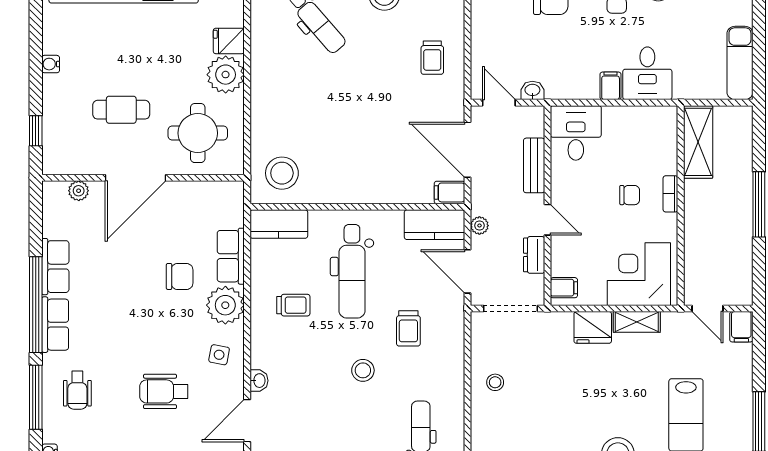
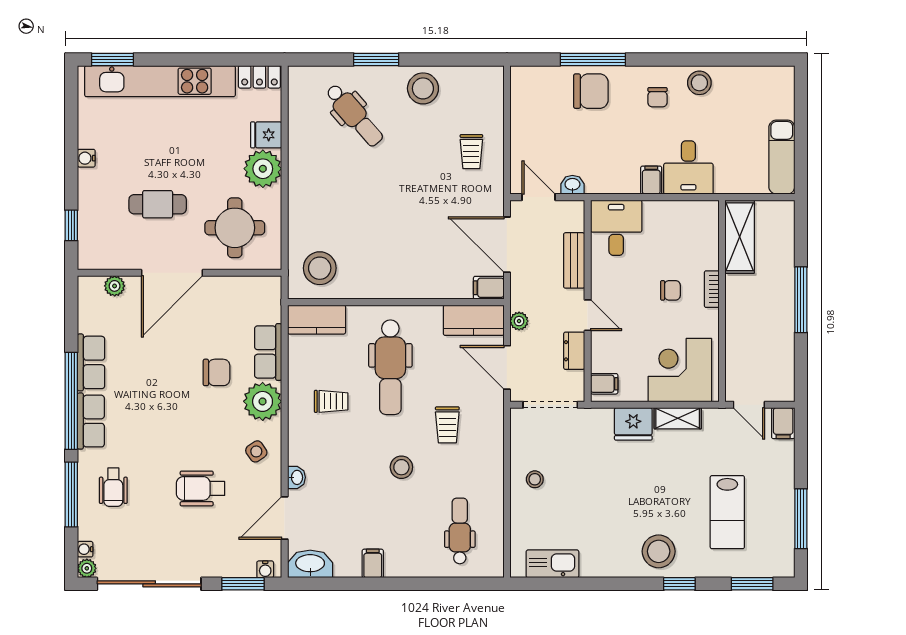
side table: (219, 355) -> (256, 451), turned 45

